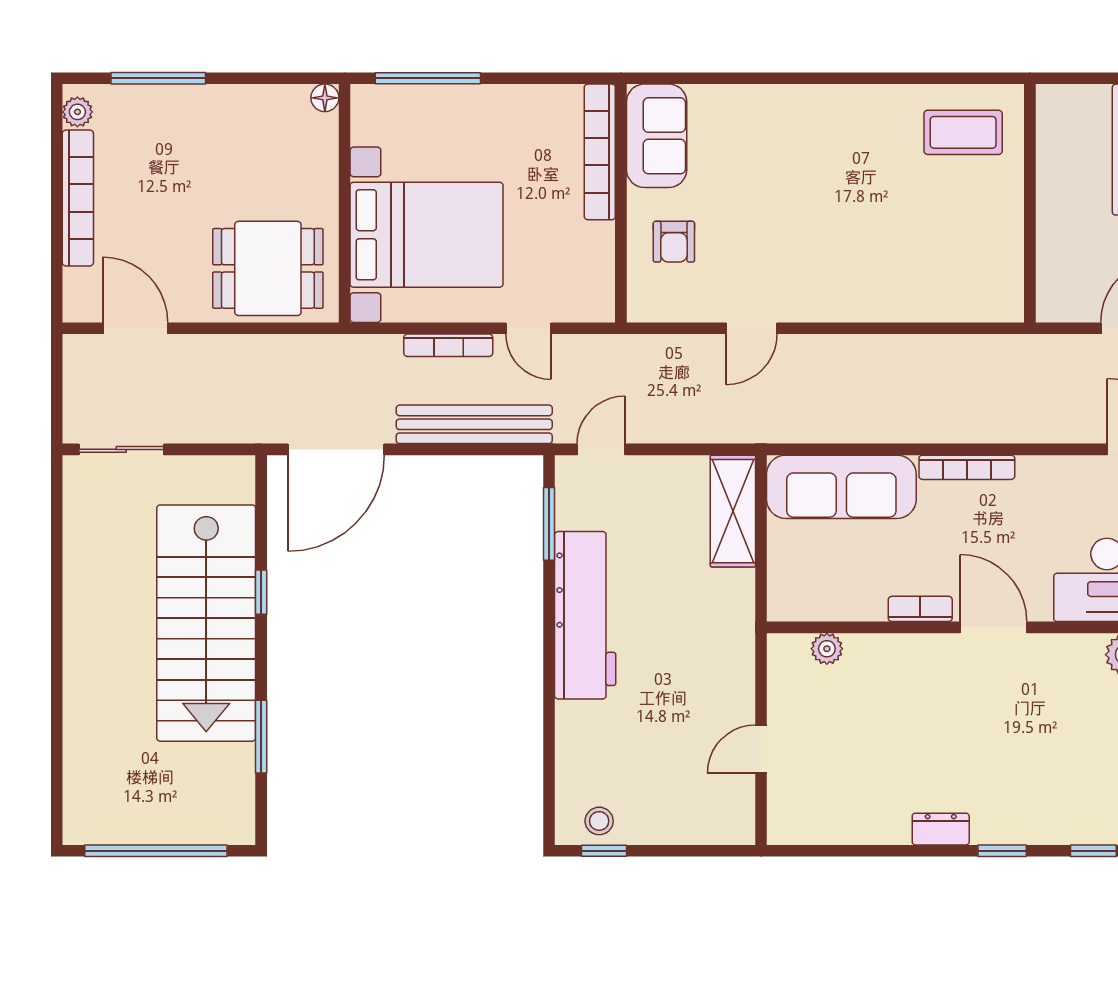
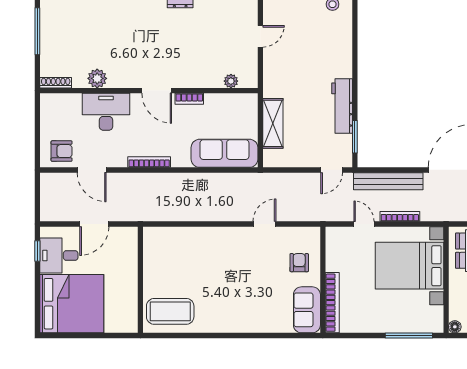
coffee table: (963, 132) -> (170, 311), width x1.36, depth x1.32
bookcase: (967, 467) -> (149, 162), moved
shelving: (733, 511) -> (273, 123), moved
workbench: (585, 615) -> (342, 106), width x0.73, depth x0.76

